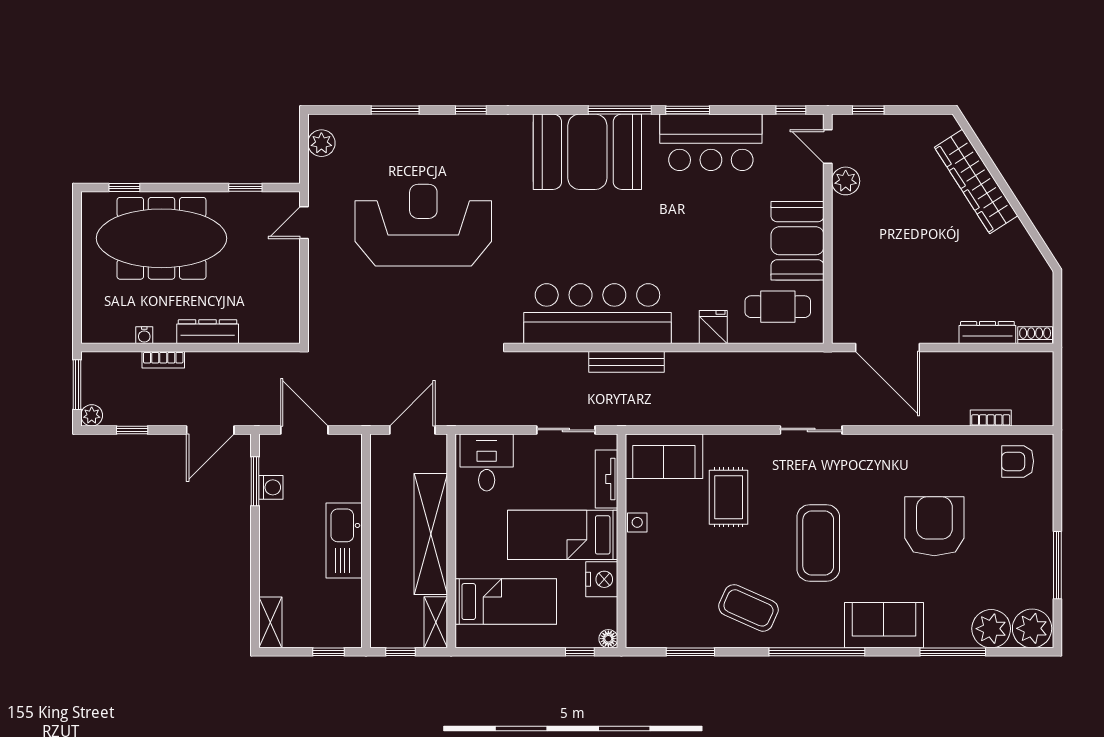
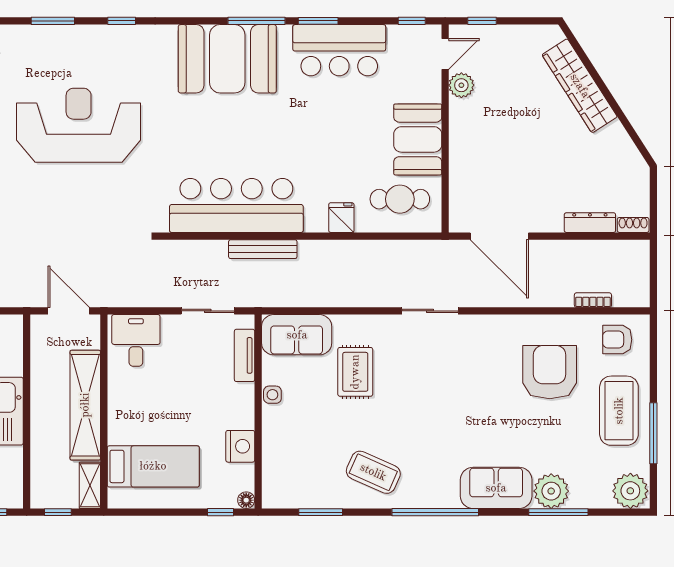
door: (828, 146) -> (445, 54), swing flipped
door: (412, 430) -> (69, 311), hinge flipped
armchair: (934, 526) -> (550, 372), moved
bed: (563, 535) -> (205, 406), removed
coffee table: (818, 543) -> (619, 411), moved
plant: (991, 629) -> (551, 491), moved

